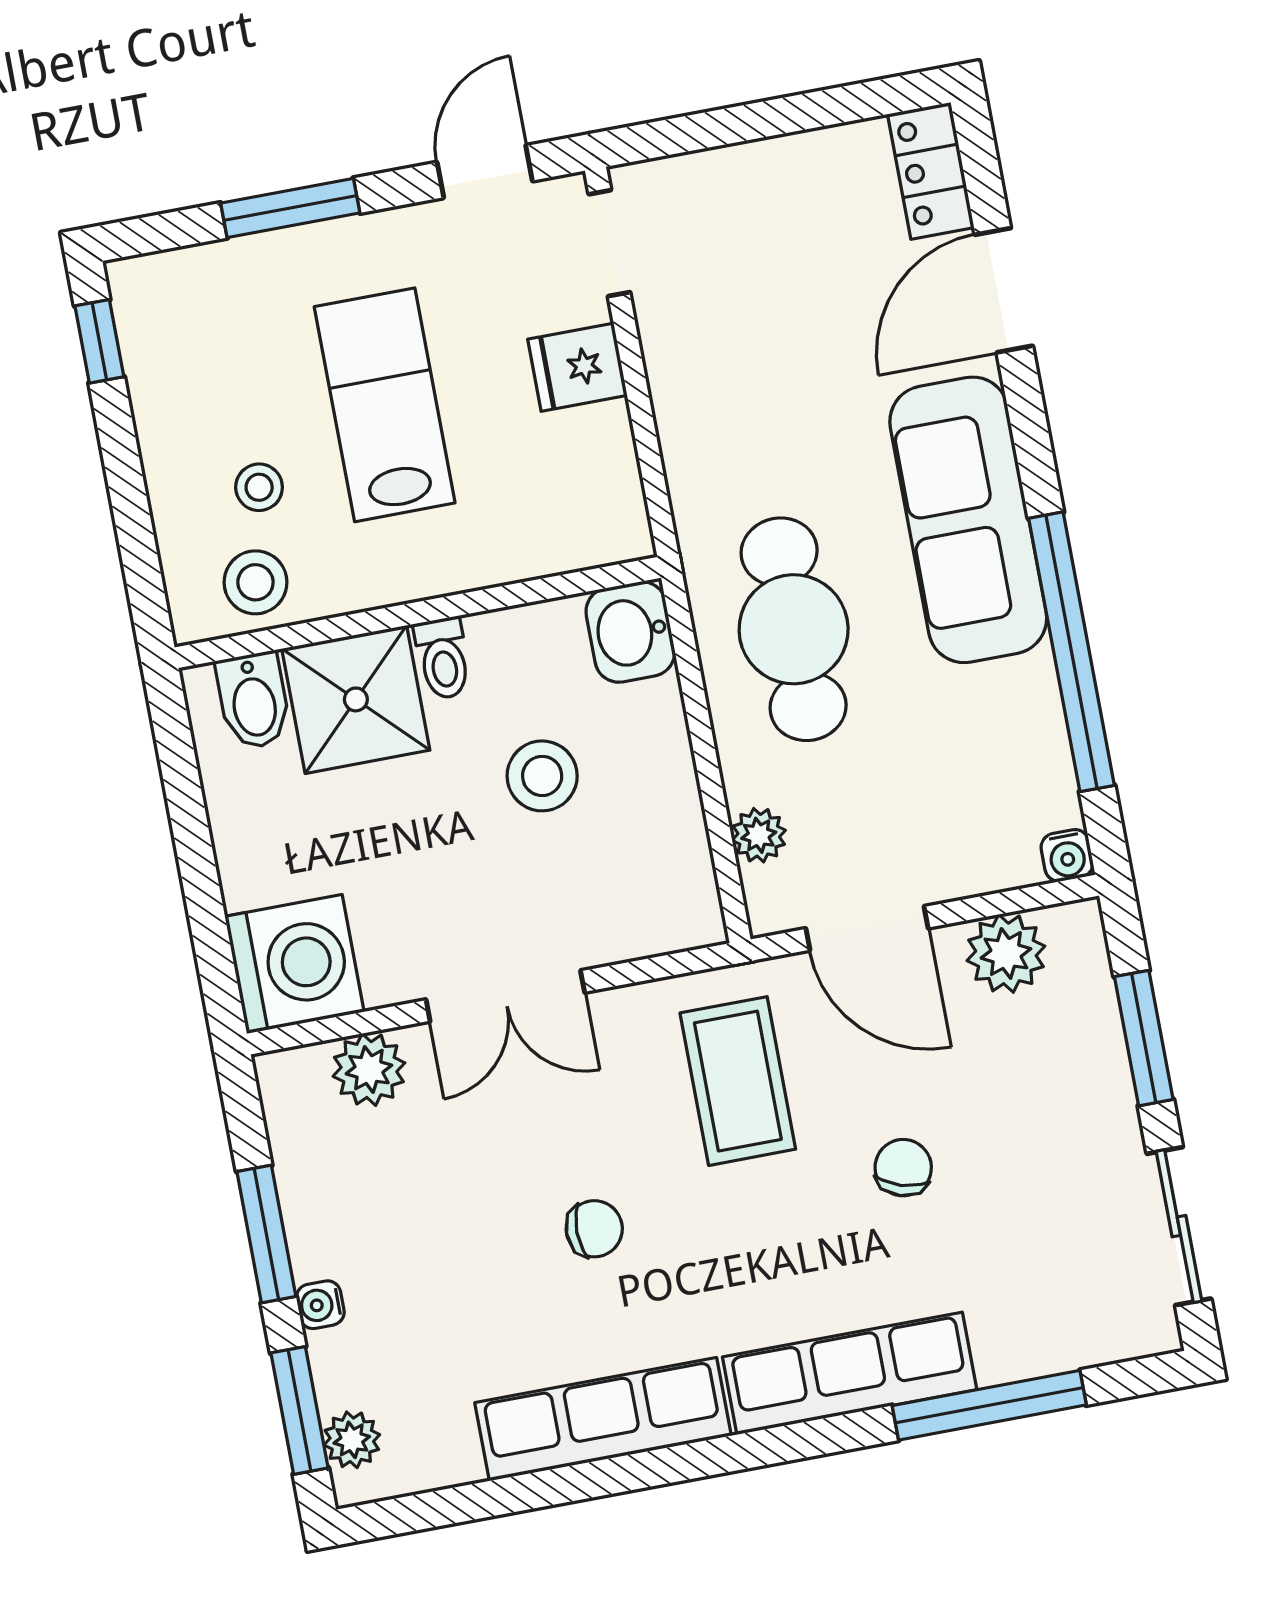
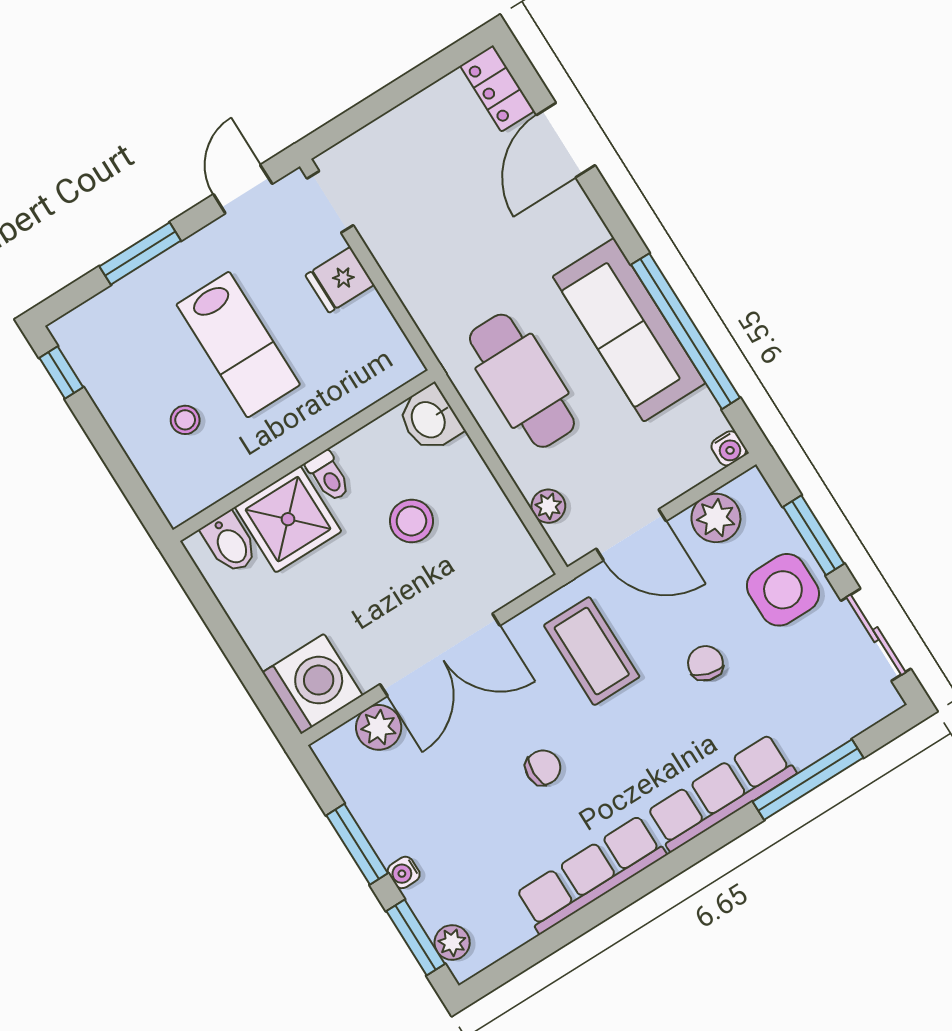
lab bench: (385, 405) -> (238, 345), turned 180
sofa: (968, 520) -> (629, 330), moved
stool: (255, 582) -> (204, 475), removed
double door: (505, 996) -> (440, 655), width x1.37
side table: (1065, 1102) -> (783, 590), added

